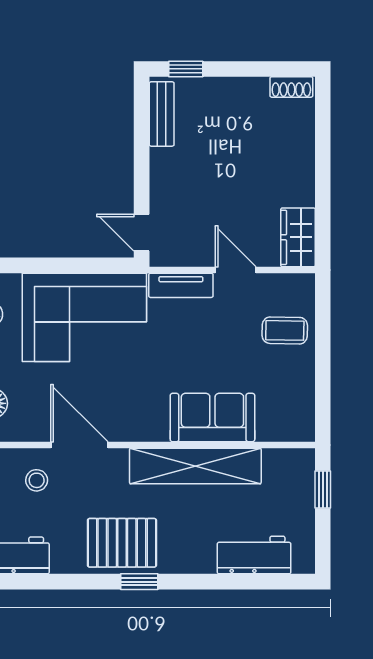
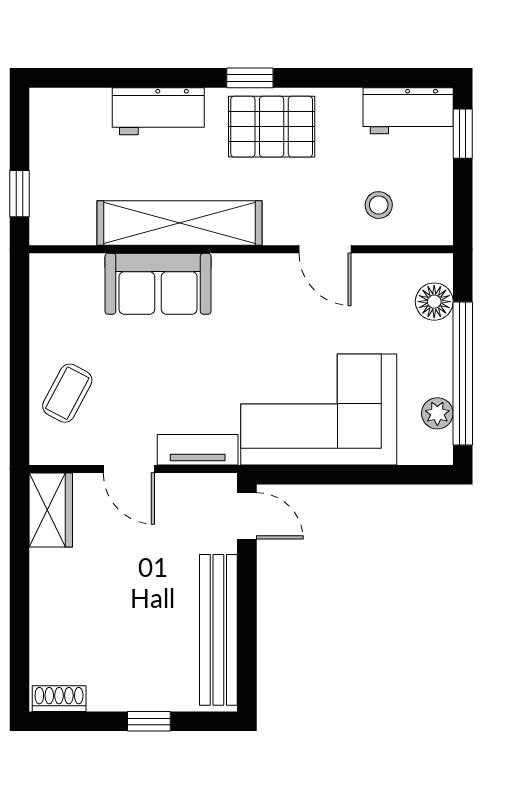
window: (186, 69) -> (149, 721), moved
bench: (162, 114) -> (218, 630), width x1.86, depth x1.21
coffee table: (285, 330) -> (67, 393), turned -63
door: (79, 445) -> (325, 249), width x0.73
workbench: (254, 555) -> (158, 111), moved

